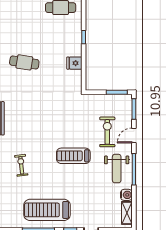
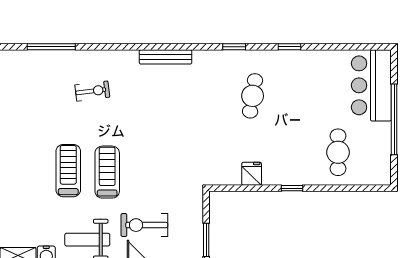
exercise bike: (107, 132) -> (144, 225), turned 180
treadmill: (47, 210) -> (68, 171), moved, width x0.73, depth x0.73

